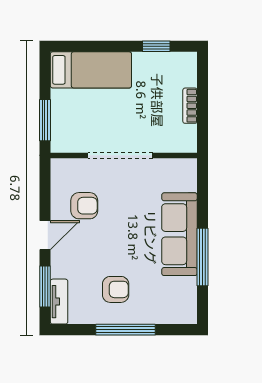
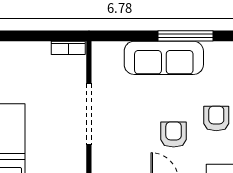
bookcase: (190, 106) -> (68, 48), moved
armchair: (84, 206) -> (174, 134), moved

